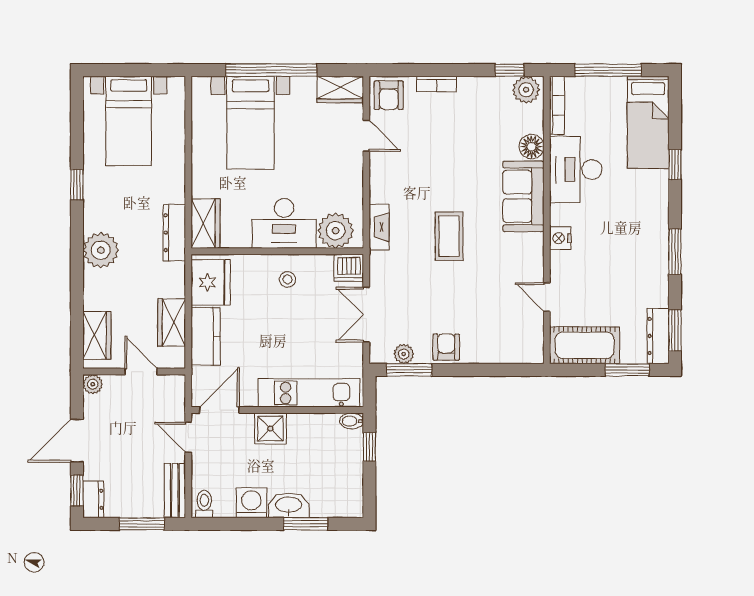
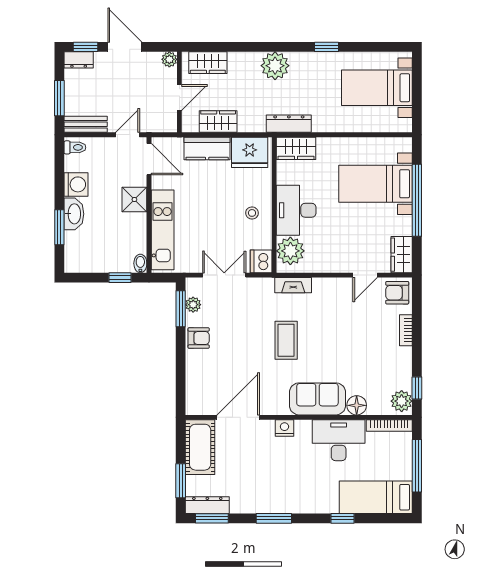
coffee table: (449, 236) -> (286, 340), turned 90
door: (547, 297) -> (238, 417), width x1.88

